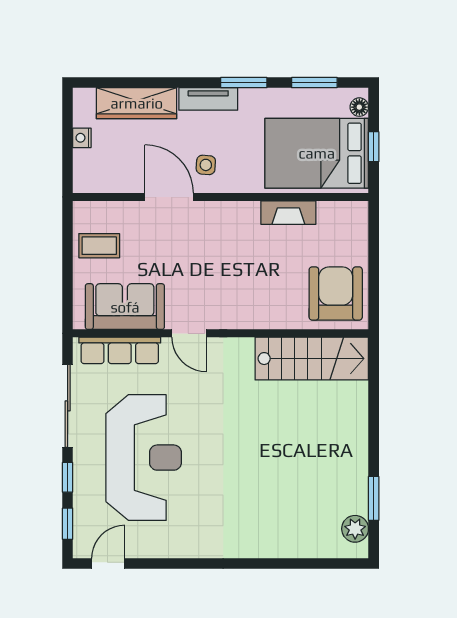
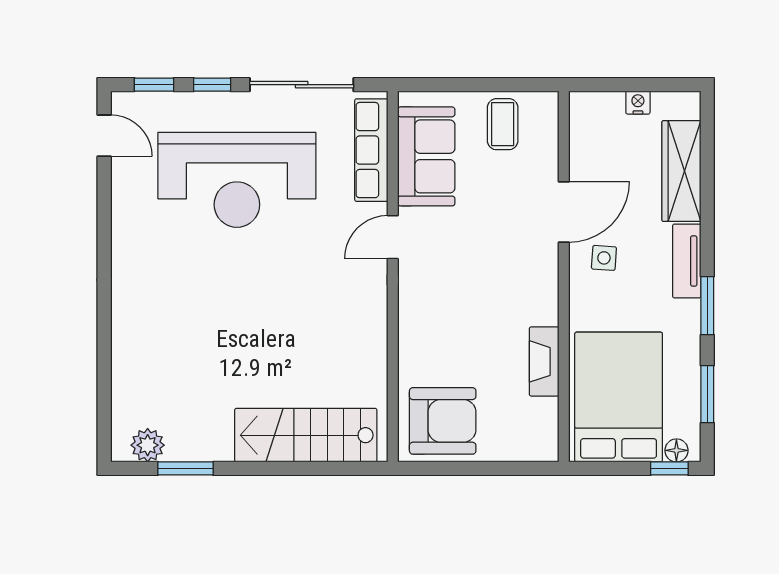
window: (374, 147) -> (669, 468), moved
stairs: (312, 359) -> (306, 435), moved, turned 90

